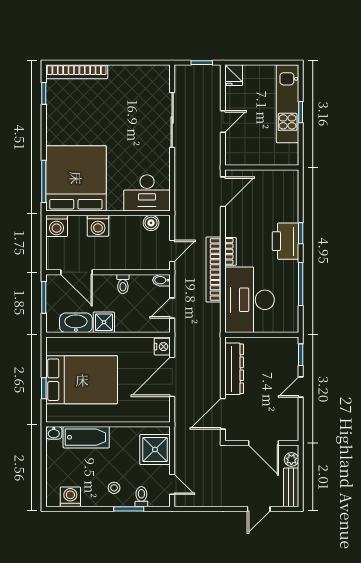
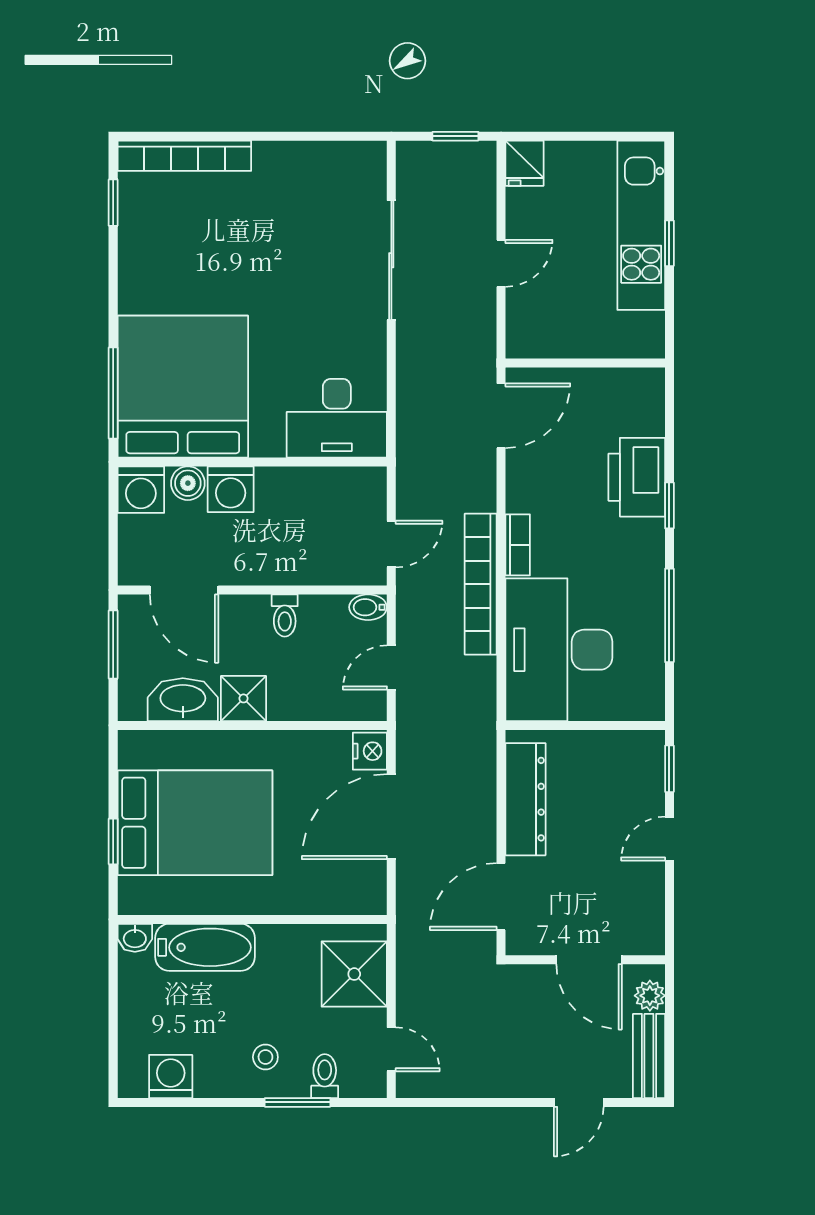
boiler: (151, 223) -> (188, 483), moved
printer: (285, 241) -> (637, 477), moved

